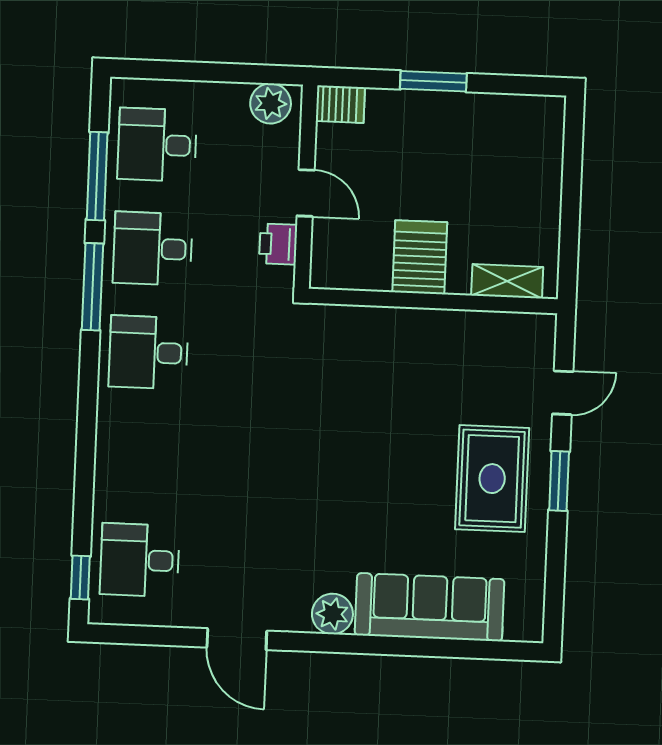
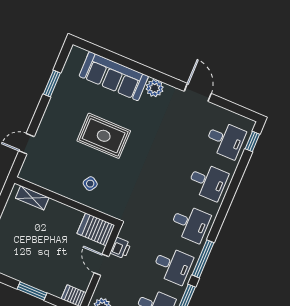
server rack: (420, 257) -> (96, 229), moved, turned 90
side table: (394, 358) -> (90, 184), added
desk: (144, 456) -> (208, 181), added
rug: (492, 479) -> (104, 136), moved, turned 90
window: (559, 481) -> (52, 84), moved

